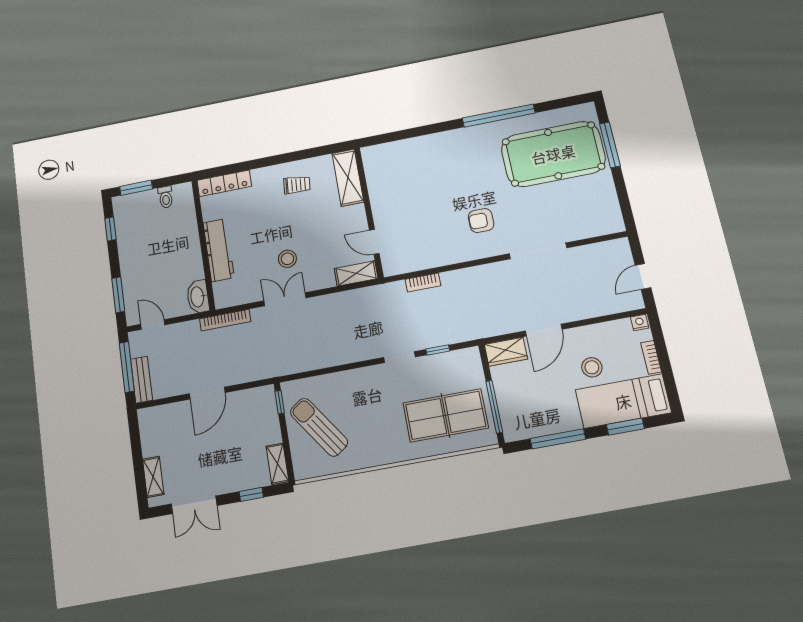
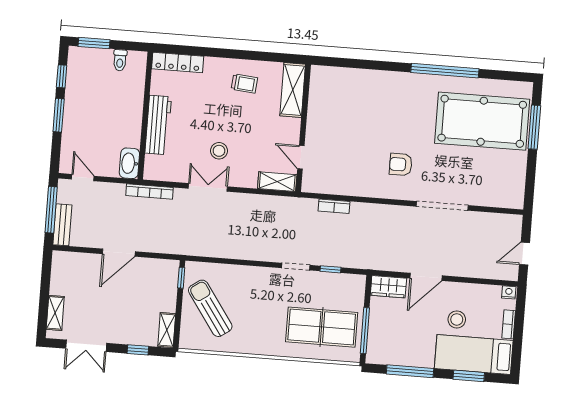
window: (118, 295) -> (59, 115), moved

